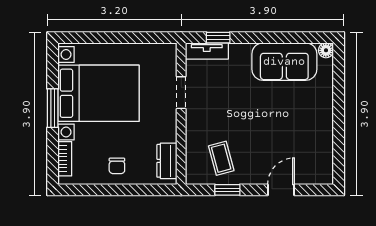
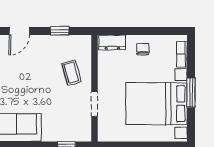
tv unit: (207, 51) -> (75, 135), removed
coffee table: (221, 158) -> (71, 73), moved
dresser: (167, 161) -> (112, 42), moved, turned 90

